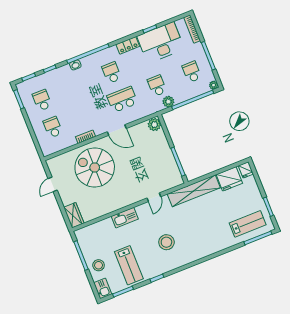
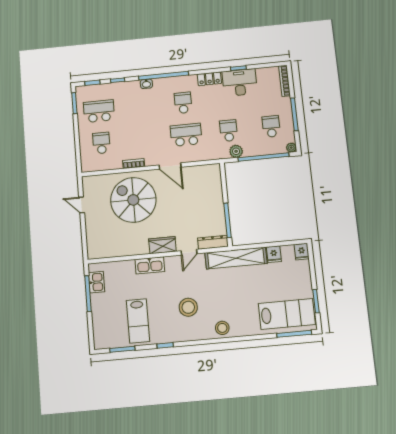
desk: (161, 43) -> (240, 83), width x0.73, depth x0.77
school desk: (42, 100) -> (99, 111), width x1.85
plant: (154, 125) -> (213, 172), removed
fridge: (229, 179) -> (274, 254), width x0.53, depth x0.75
dresser: (171, 183) -> (213, 242), added
door: (53, 184) -> (82, 205), hinge flipped
wardrobe: (74, 215) -> (162, 245), moved, turned -90
lab bench: (248, 224) -> (287, 314), width x1.36, depth x1.39
stool: (99, 265) -> (222, 328), moved
kitchen sink: (103, 288) -> (97, 282), moved

